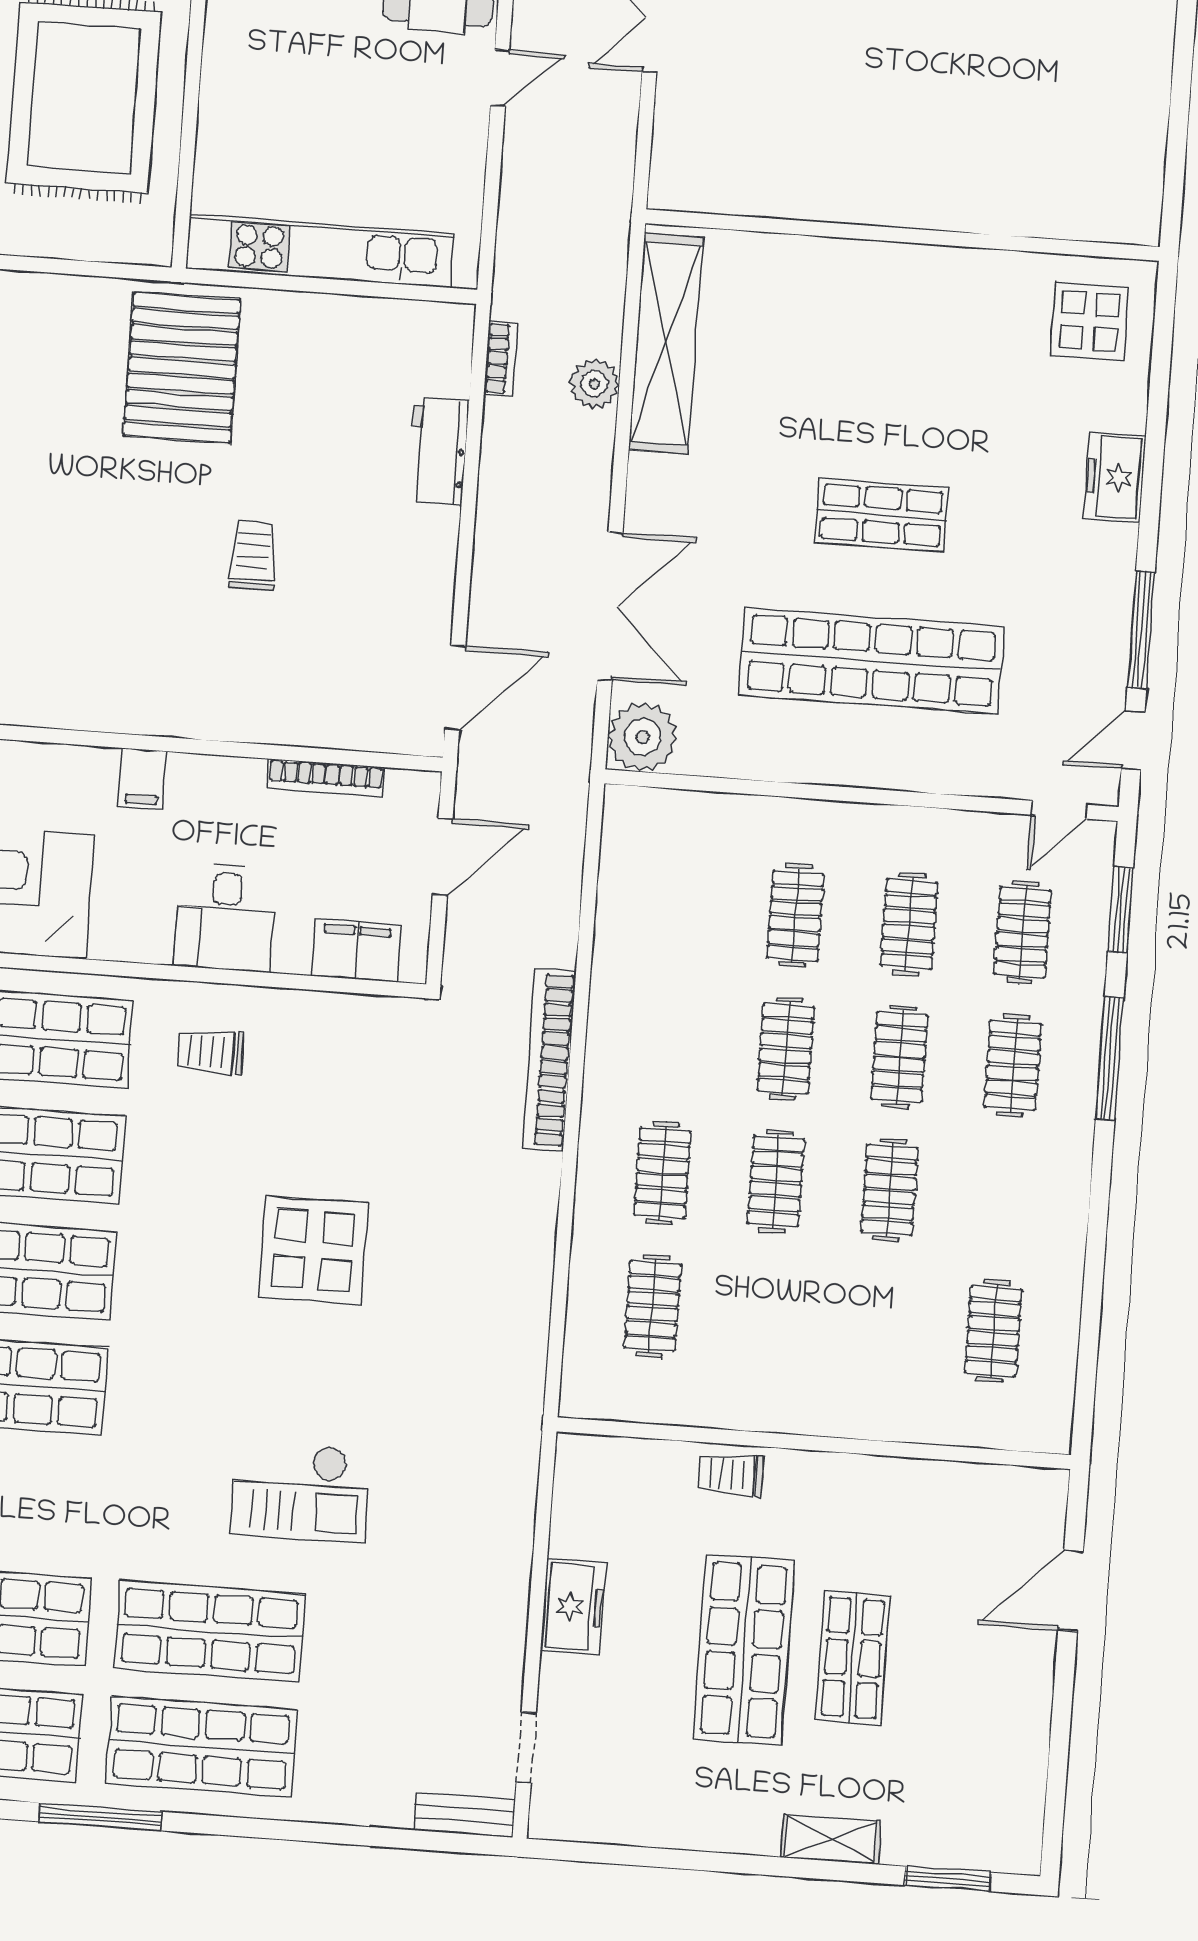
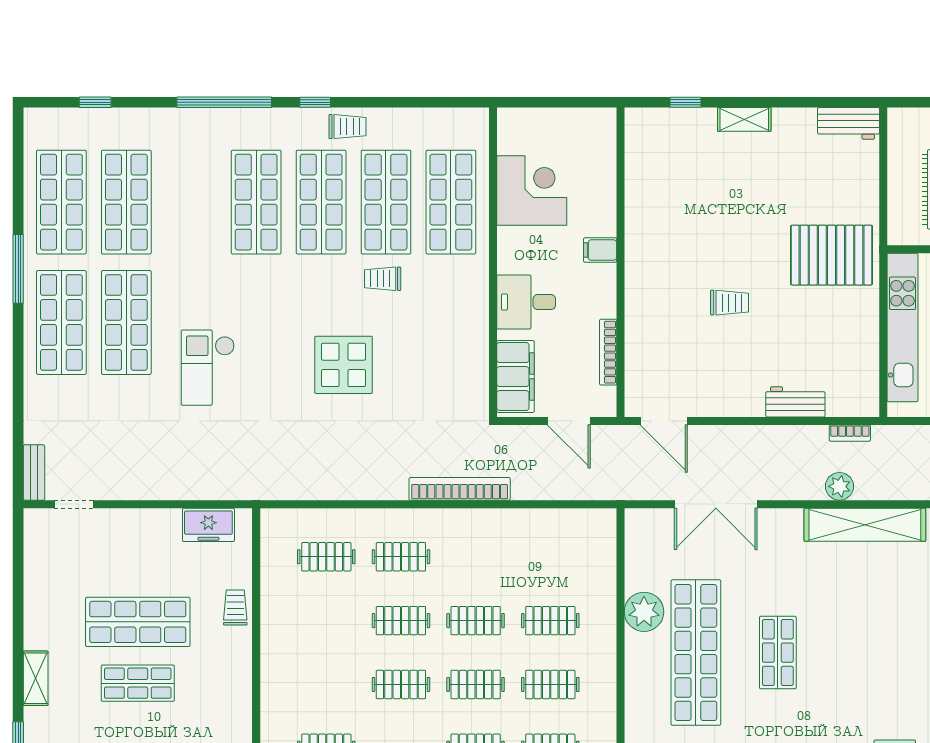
plant: (643, 737) -> (644, 612), moved
filing cabinet: (356, 951) -> (515, 377), width x1.50, depth x1.17
trolley: (210, 1052) -> (383, 279), moved, turned -90
freezer: (574, 1607) -> (208, 525), moved

